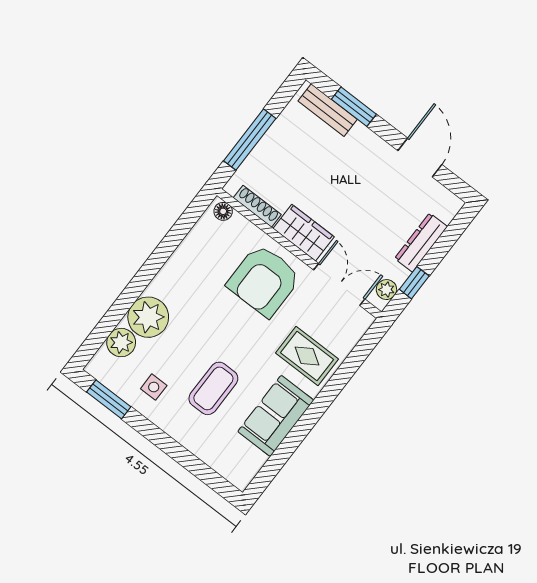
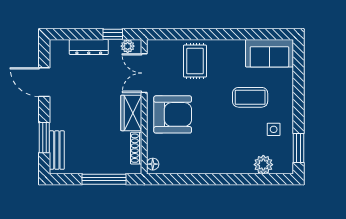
door: (420, 158) -> (44, 82), hinge flipped
plant: (148, 317) -> (239, 161), removed
sofa: (276, 416) -> (269, 53), moved

